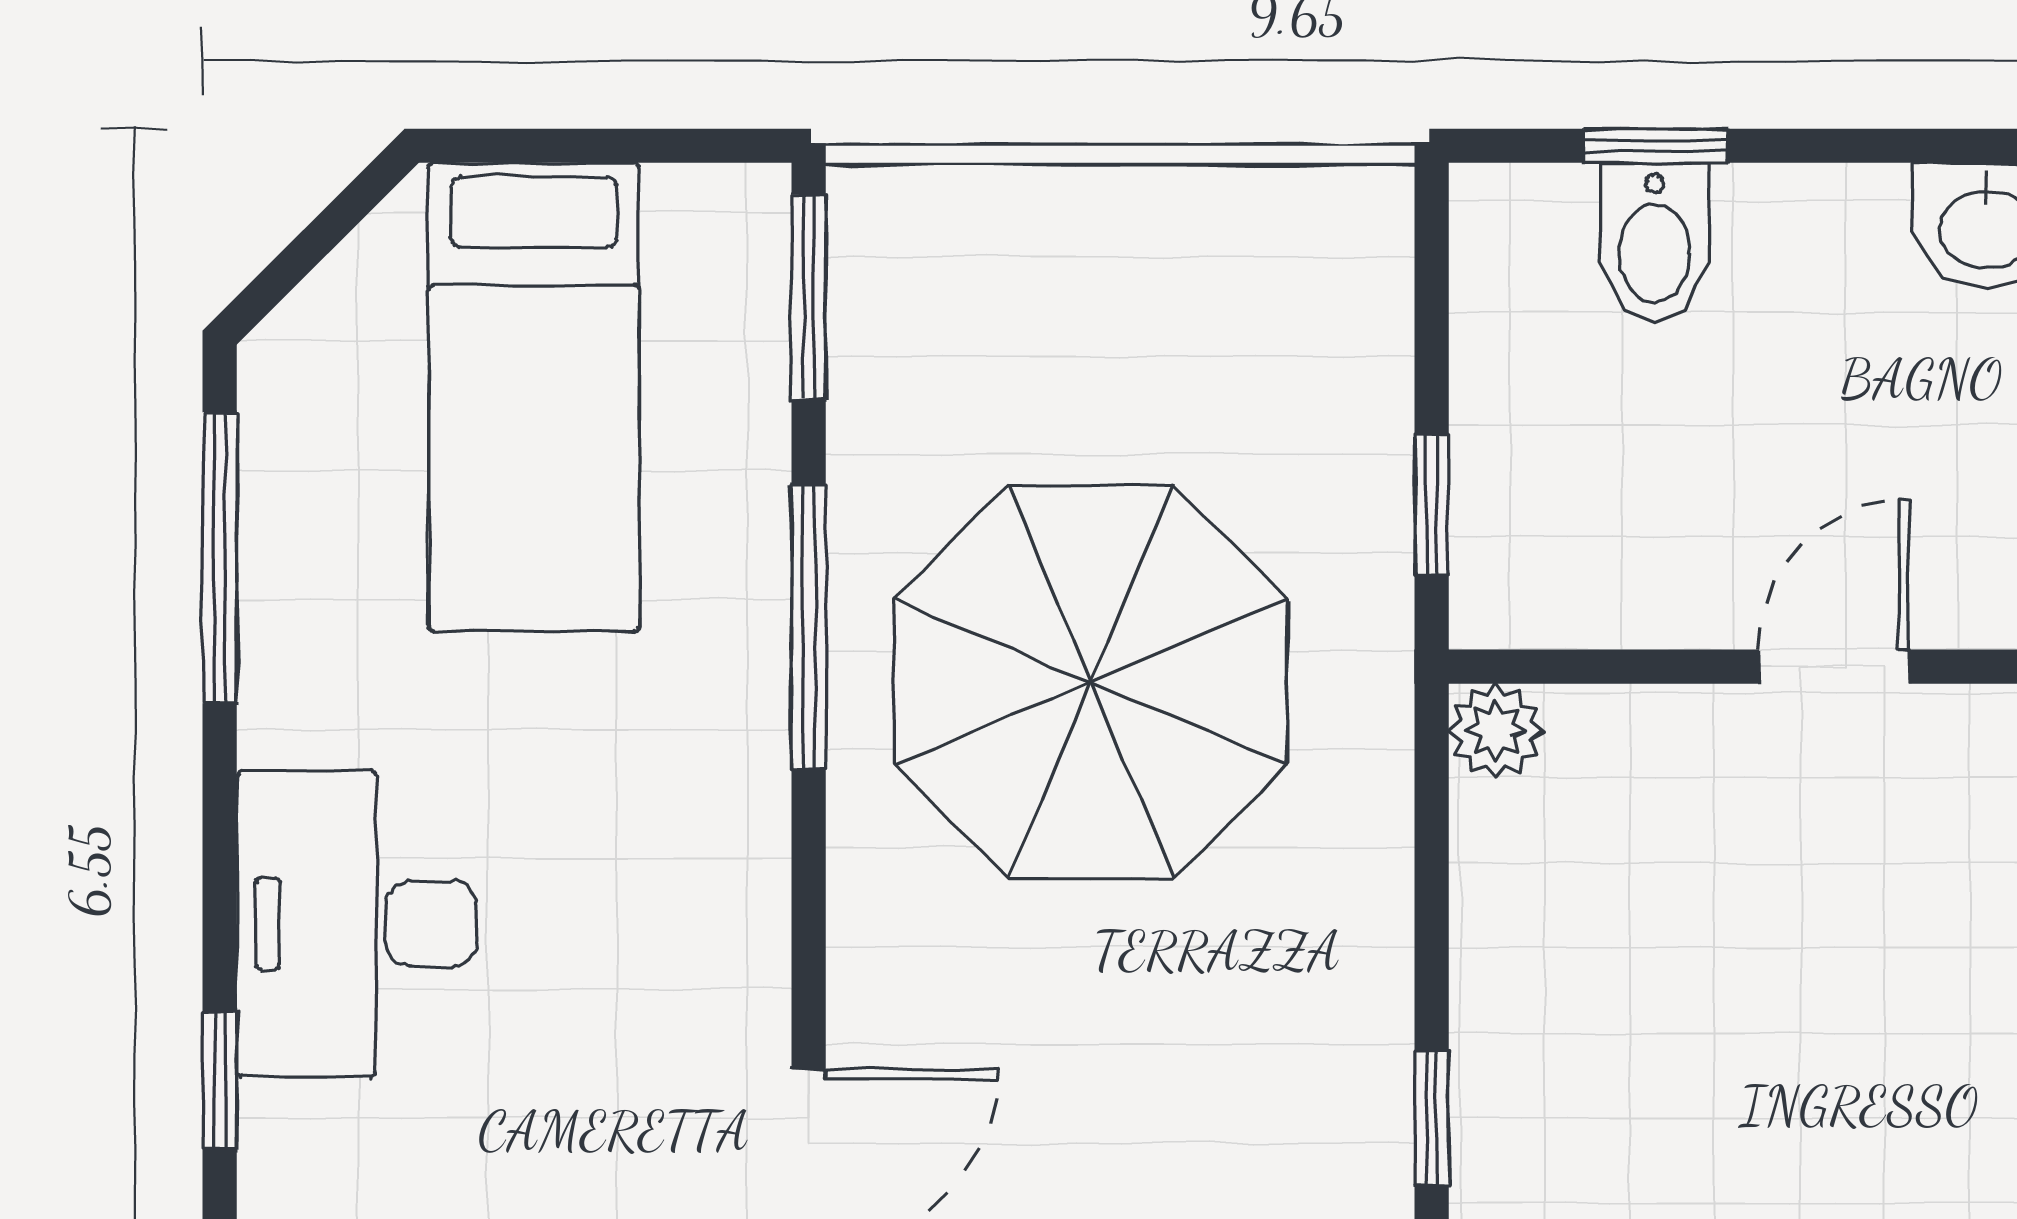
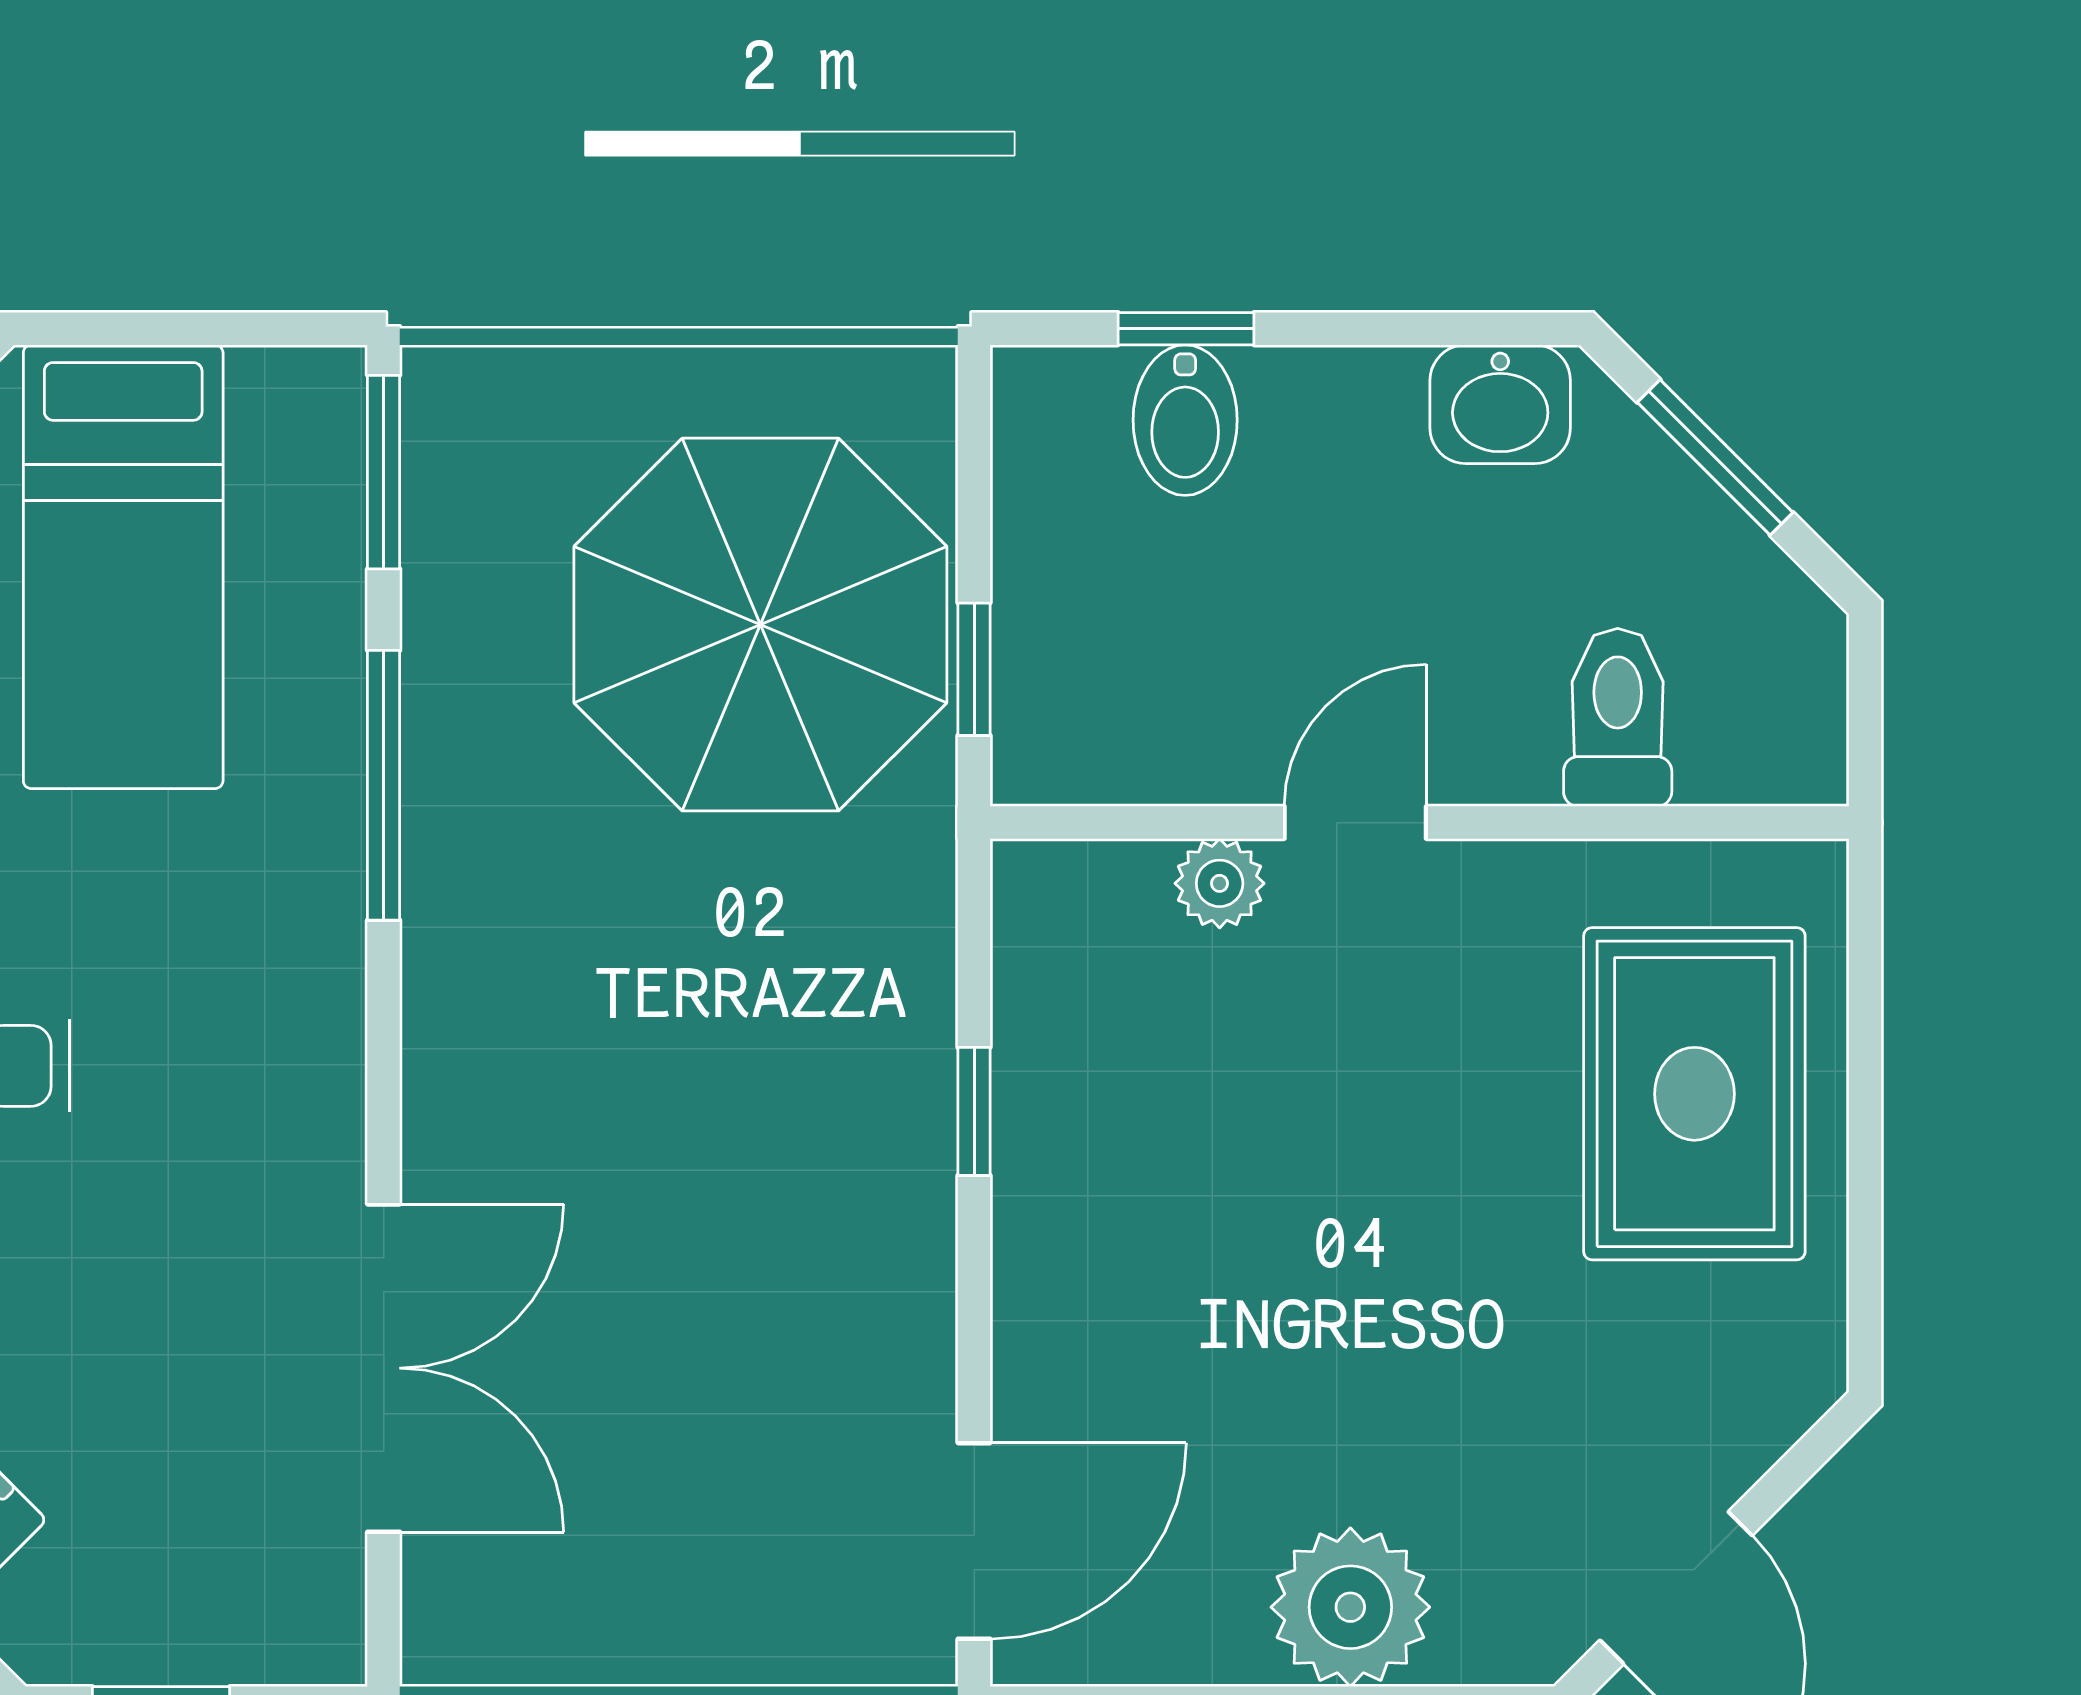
parasol: (1091, 682) -> (760, 625), moved
plant: (1496, 731) -> (1220, 883), moved
window: (1432, 1118) -> (974, 1111), moved

